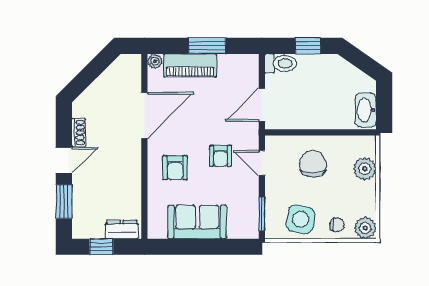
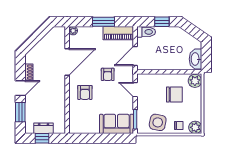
piano: (190, 65) -> (118, 33), moved
armchair: (221, 156) -> (108, 74), moved
chair: (313, 164) -> (174, 95), moved, turned 90
plant: (365, 169) -> (195, 81), moved
sofa: (197, 222) -> (117, 124), moved
dresser: (122, 230) -> (44, 128), moved

